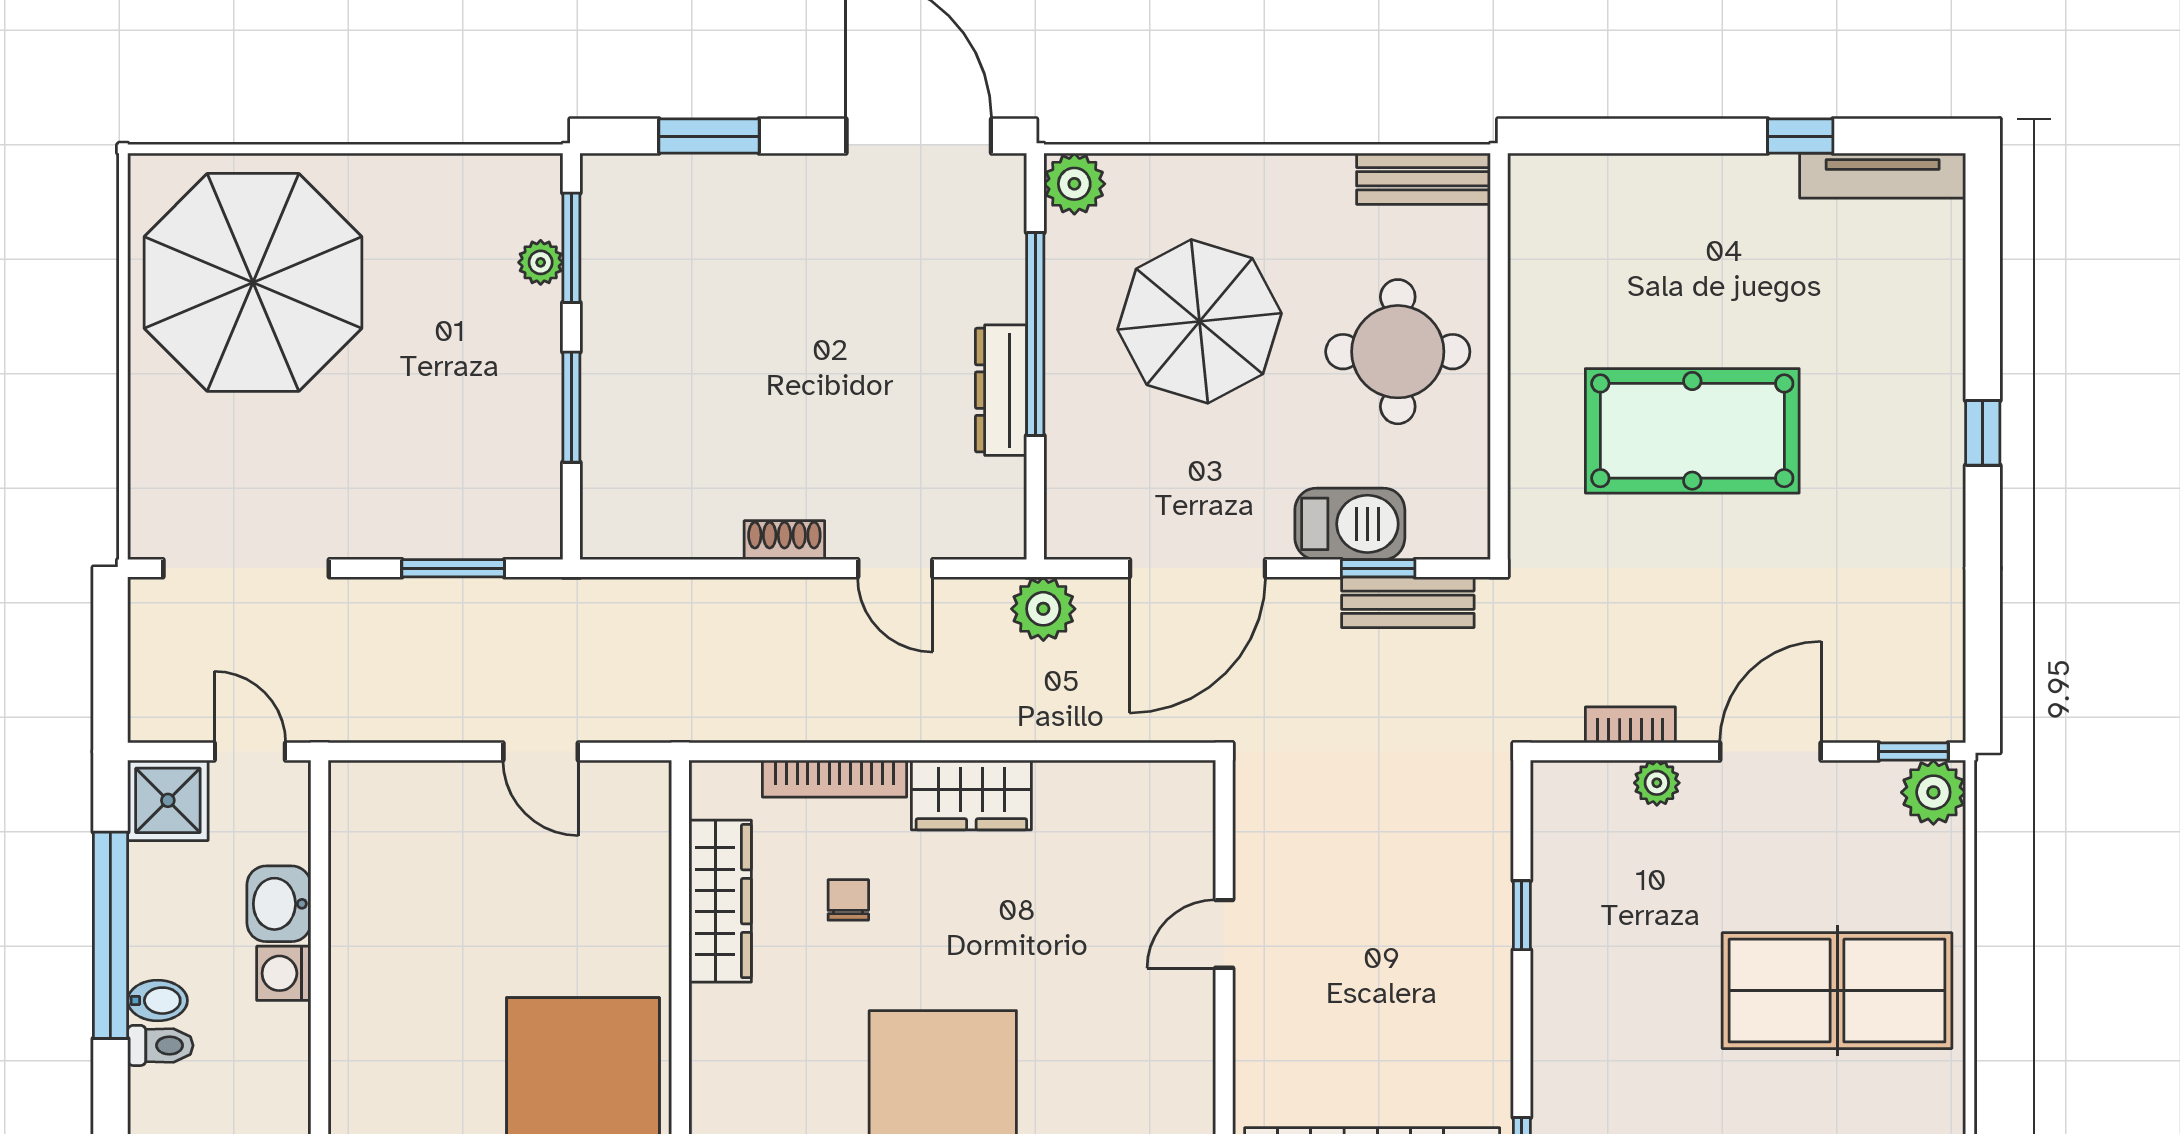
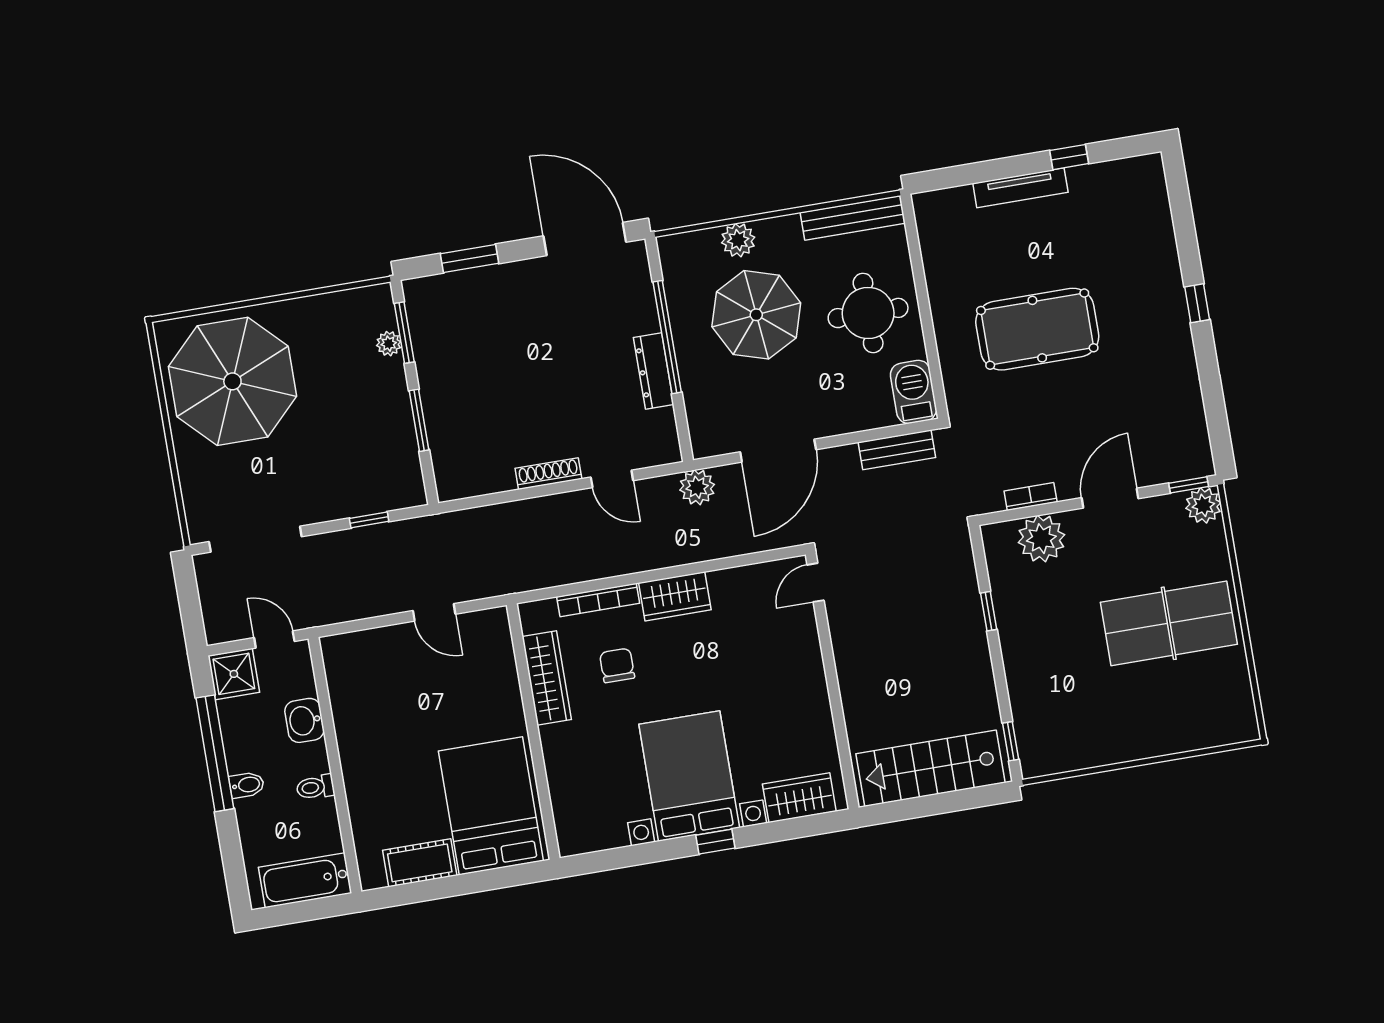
tv unit: (1883, 176) -> (1020, 188), moved
bench: (1423, 179) -> (853, 218), width x1.36
plant: (1074, 184) -> (738, 240), moved
barbecue: (1350, 524) -> (913, 392), moved, turned -90
shoe rack: (784, 540) -> (548, 474), width x1.43
window: (453, 568) -> (369, 520), width x0.67
window: (1378, 568) -> (877, 434), removed
plant: (1657, 783) -> (1041, 539), width x1.88, depth x1.88
chair: (848, 900) -> (617, 665), width x1.37, depth x1.37
door: (1224, 934) -> (815, 583), moved
washing machine: (284, 973) -> (314, 758), removed
toilet: (160, 1045) -> (315, 787), moved, turned 180

